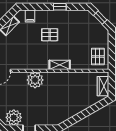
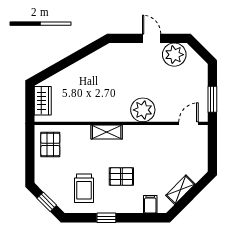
trolley: (75, 27) -> (84, 188), added

